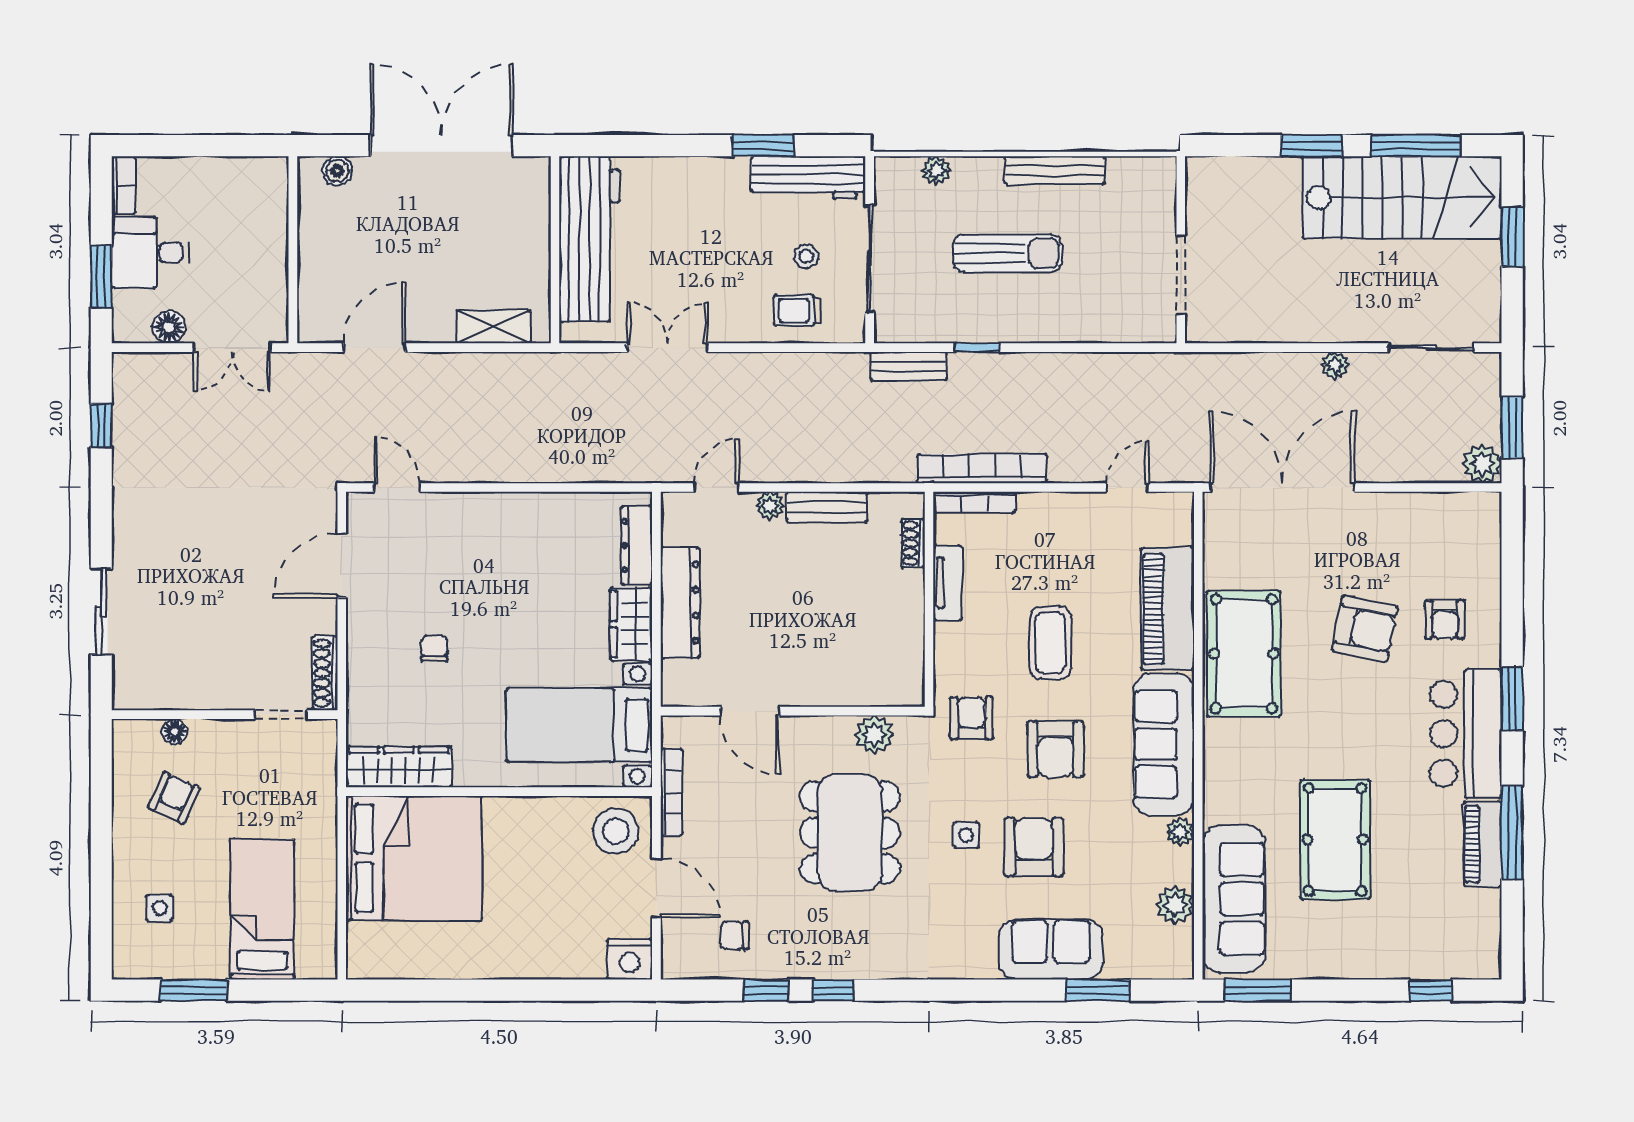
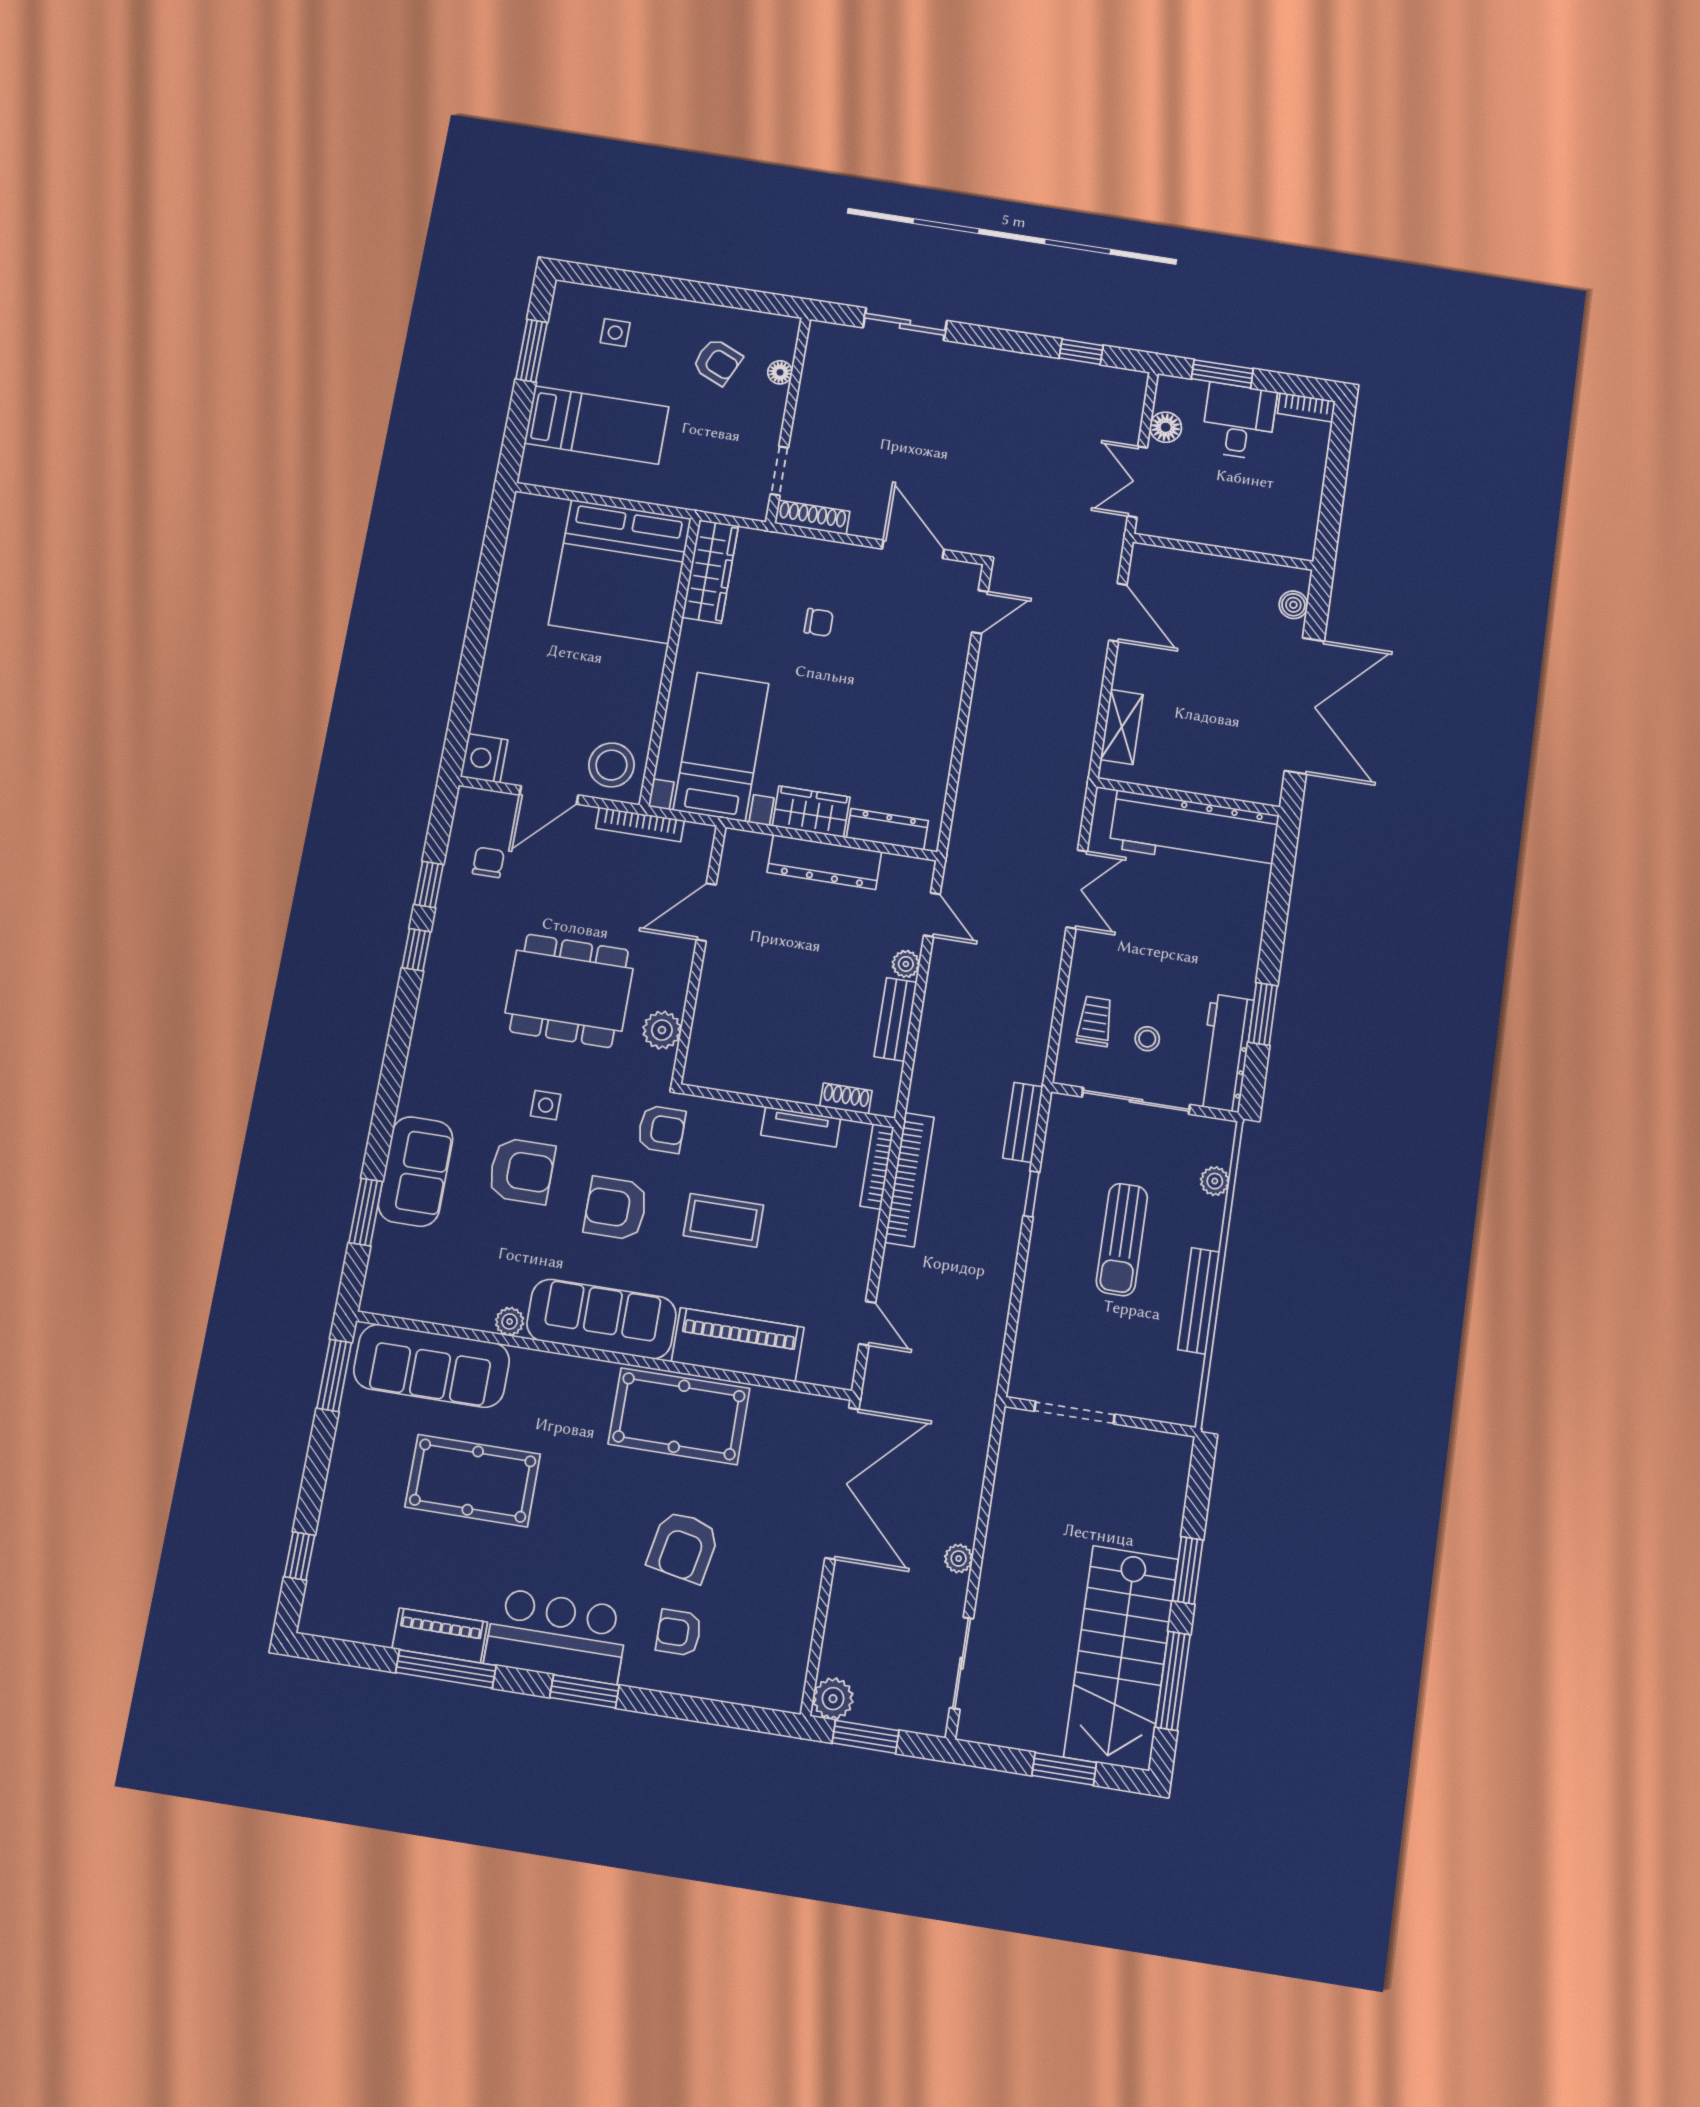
plant: (1175, 905) -> (437, 1304), removed

